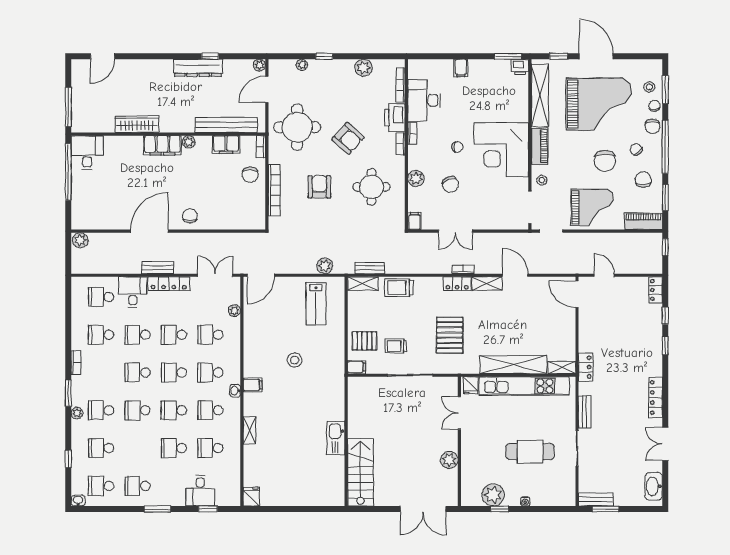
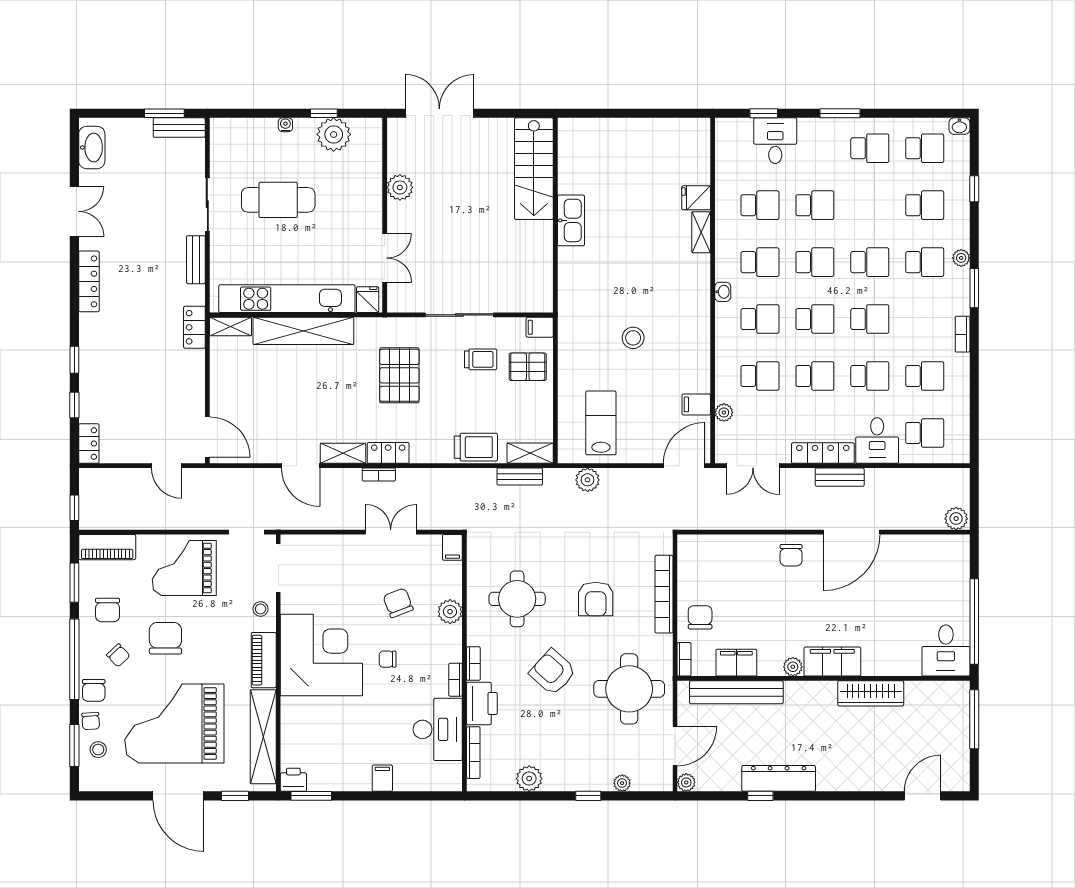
chair: (652, 126) -> (94, 690), turned 180
filing cabinet: (253, 385) -> (696, 404), moved
fridge: (251, 497) -> (696, 198), moved, turned 90

